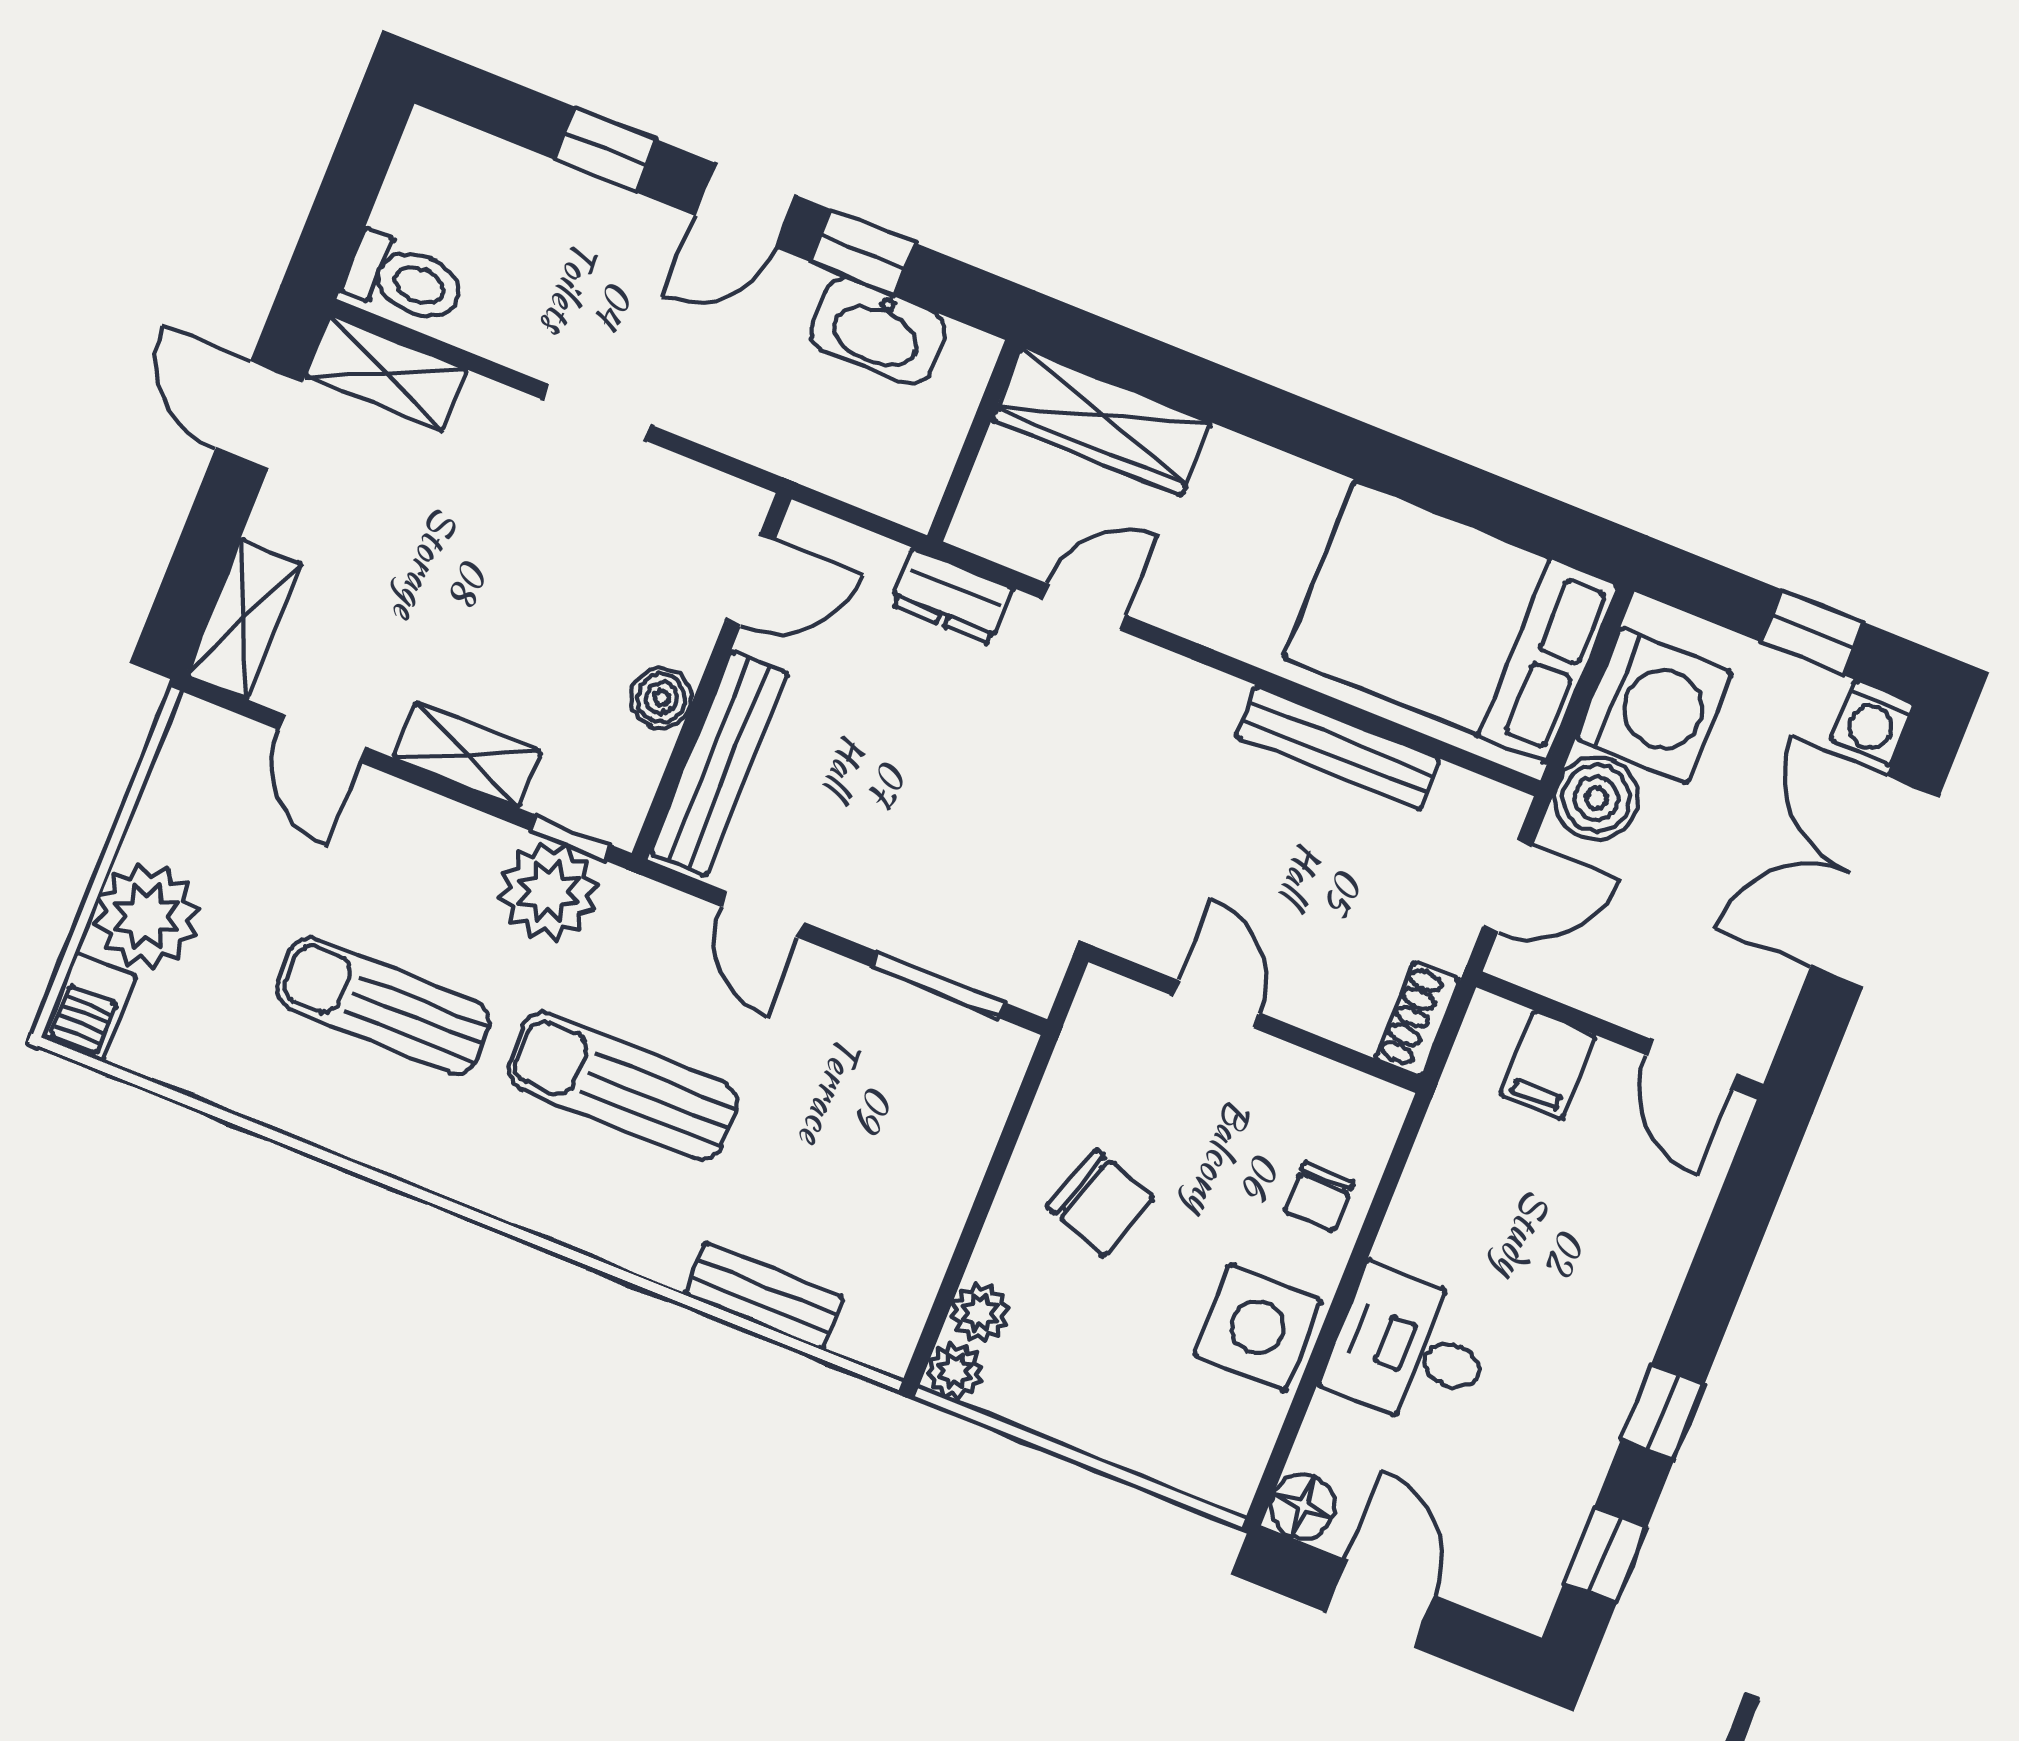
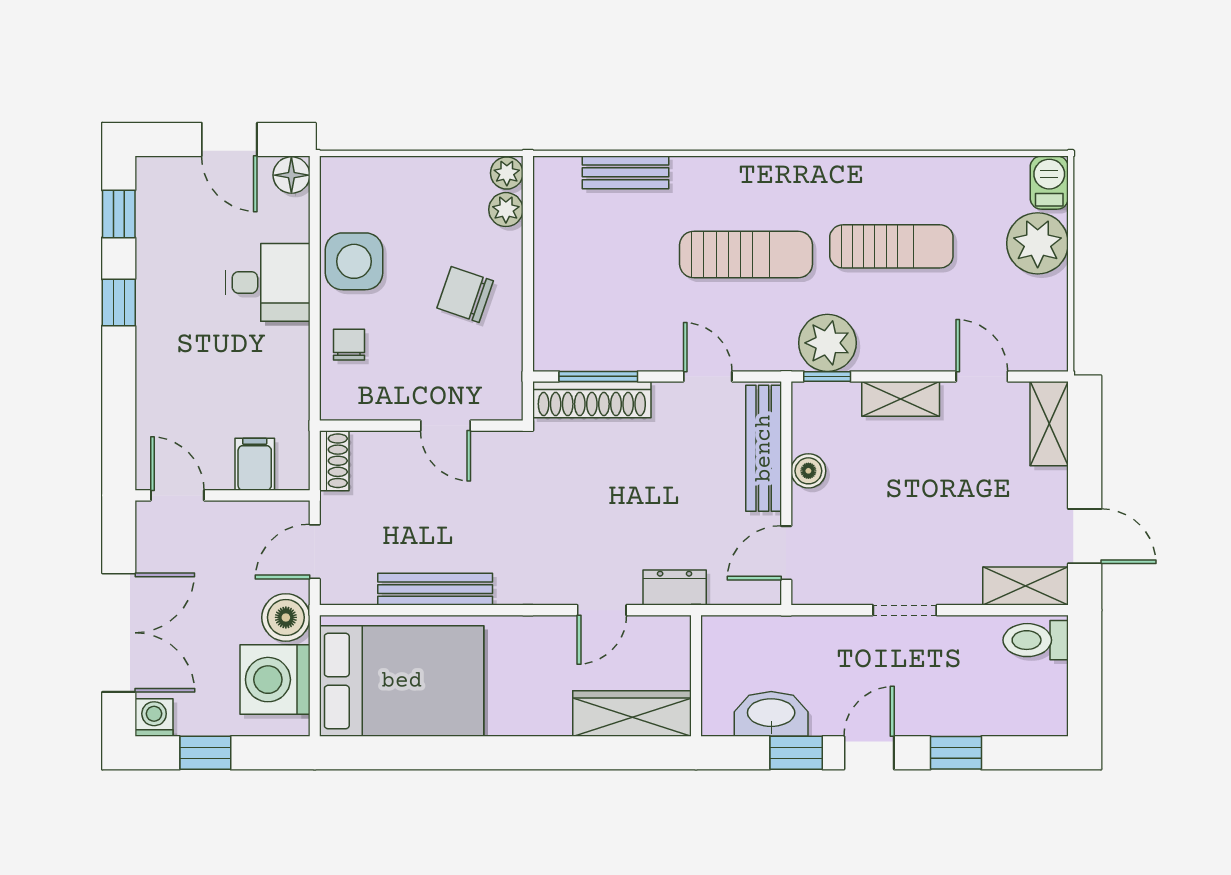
shoe rack: (964, 952) -> (592, 400), added

